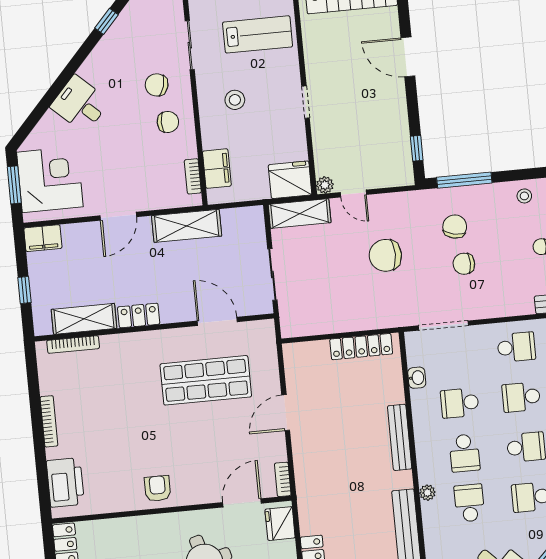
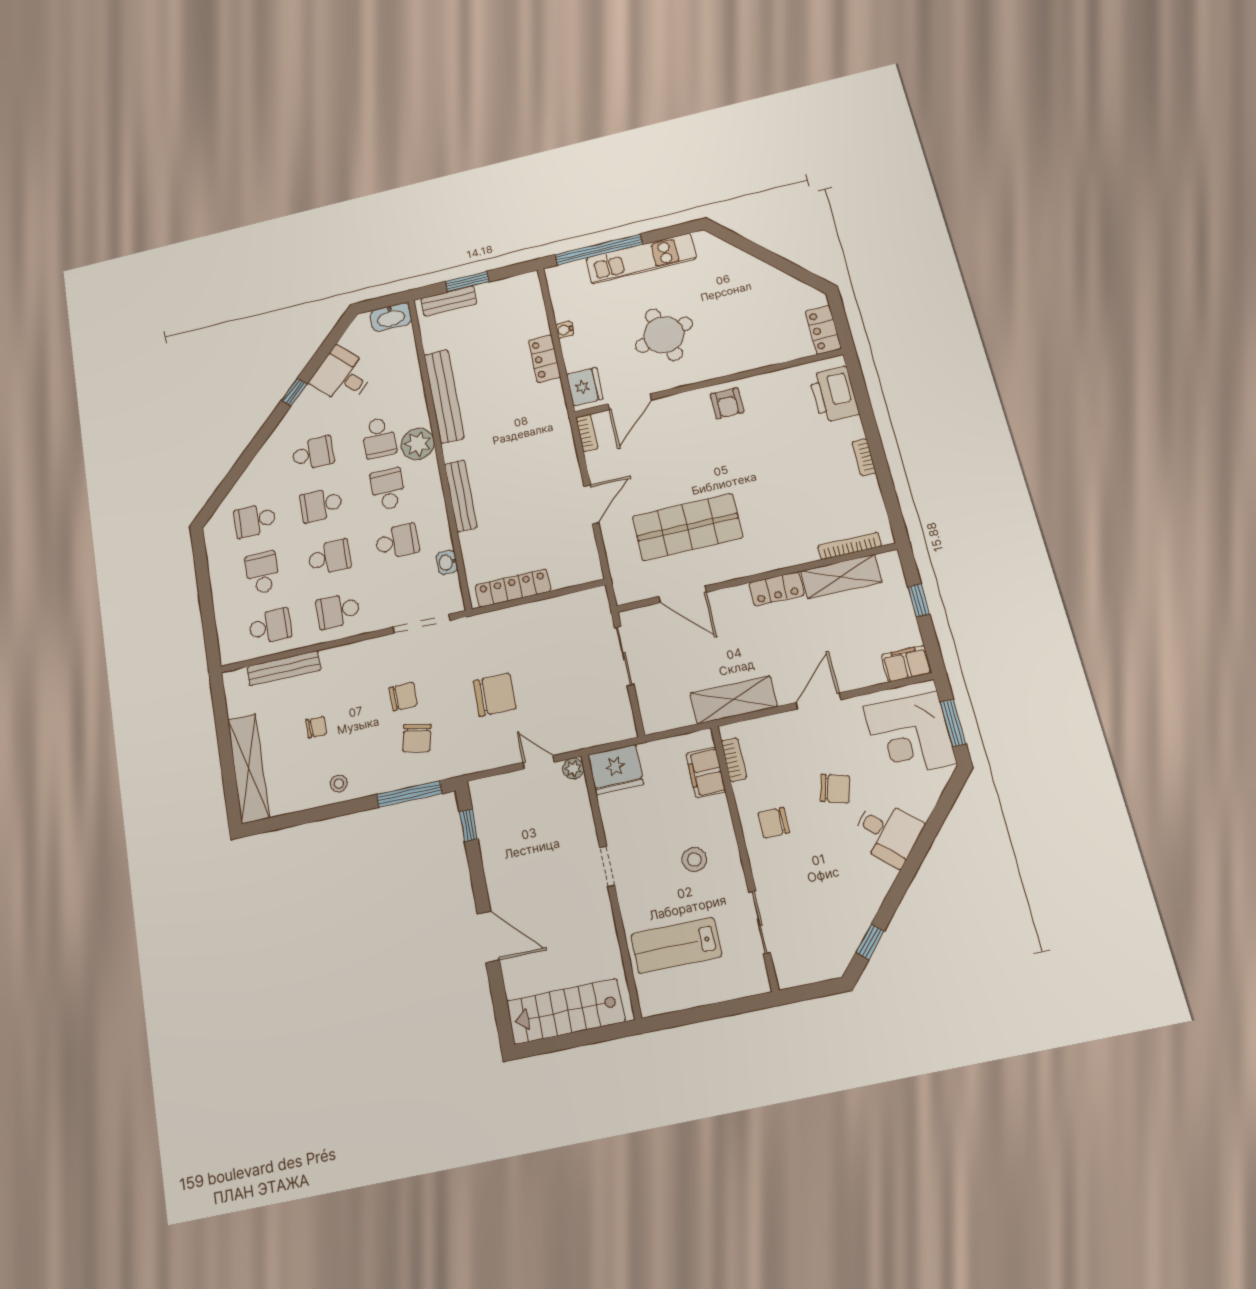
chair: (157, 85) -> (835, 789), moved
shelving: (300, 214) -> (600, 731), removed
bookcase: (49, 421) -> (864, 457), width x0.64
plant: (427, 493) -> (418, 444), width x1.88, depth x1.88

